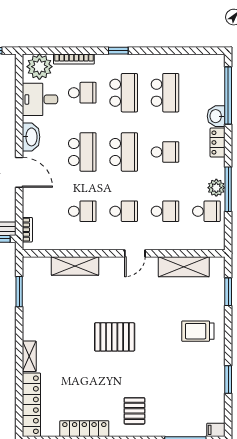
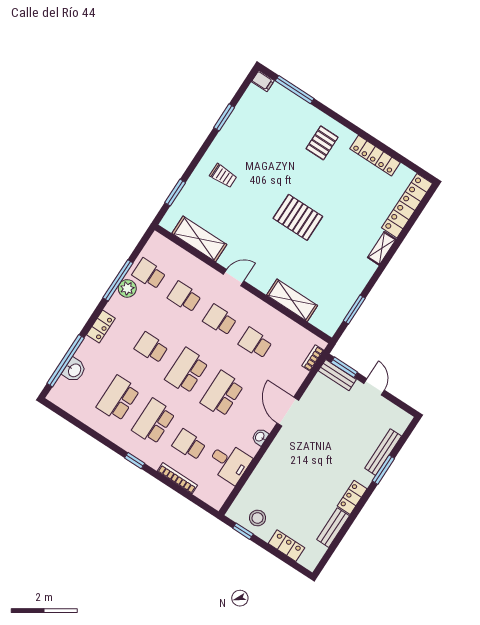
plant: (39, 67) -> (211, 491), removed
washbasin: (216, 116) -> (74, 370), moved
washbasin: (31, 137) -> (260, 437), width x0.52, depth x0.69
trolley: (198, 331) -> (223, 176), width x0.73, depth x0.72

